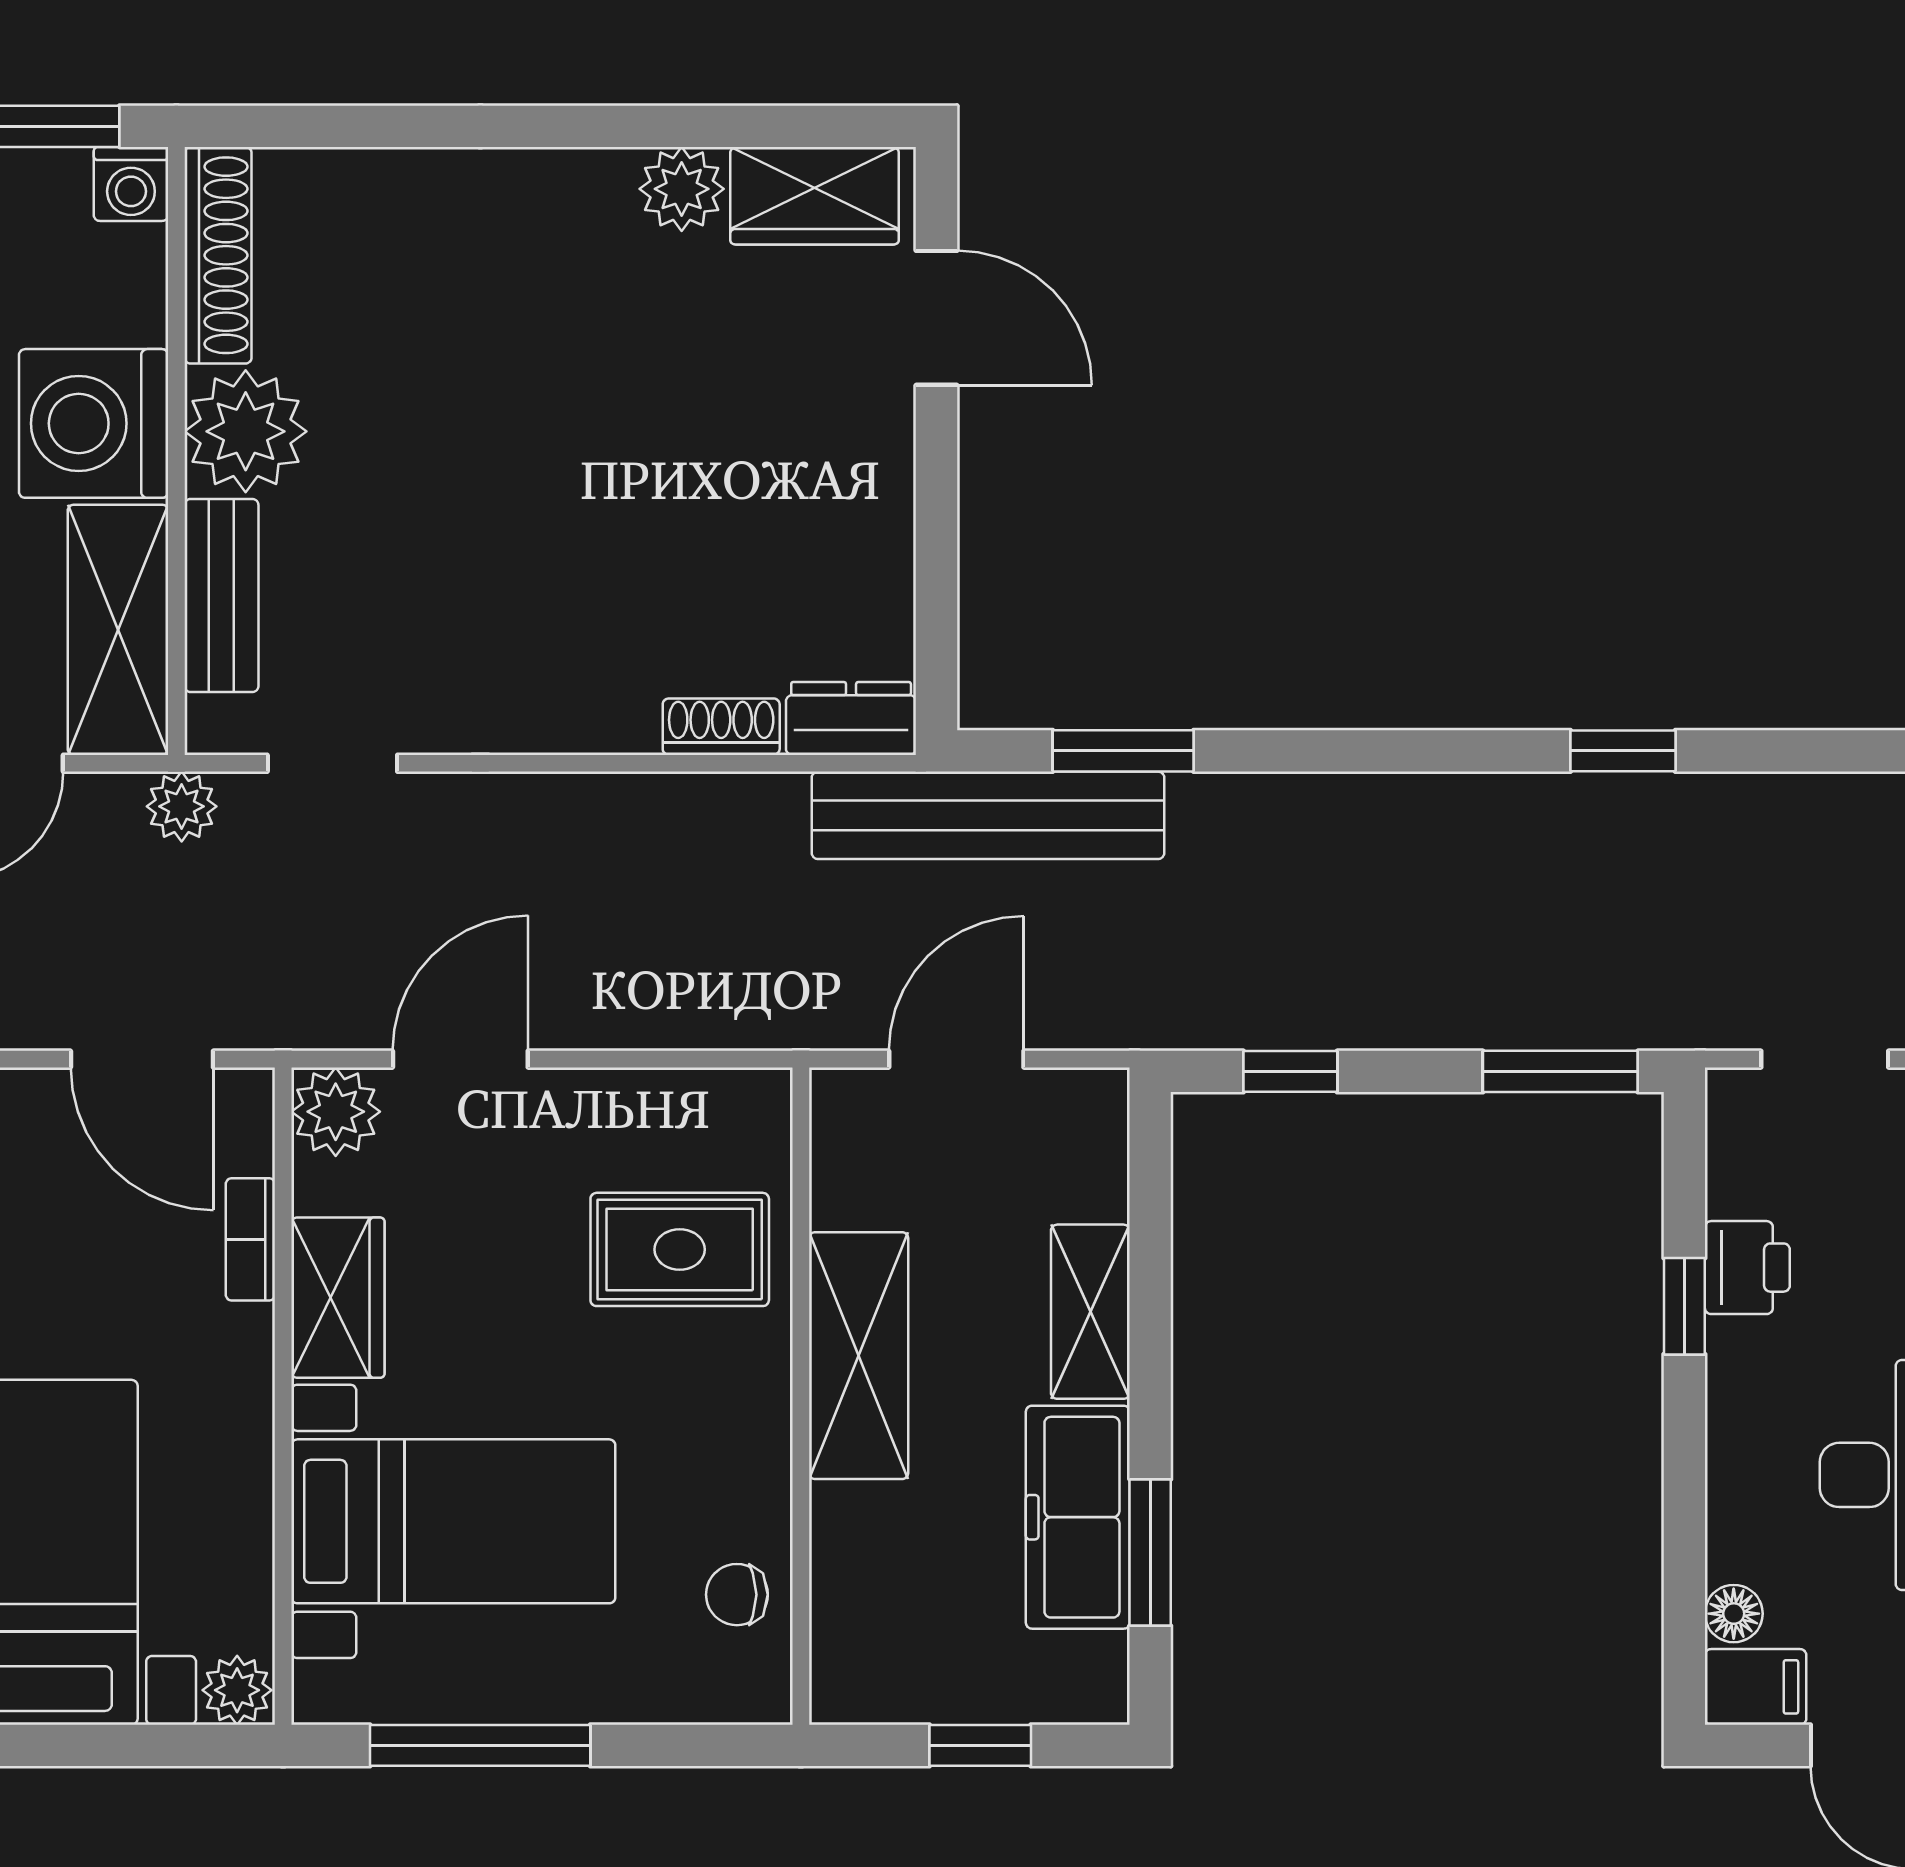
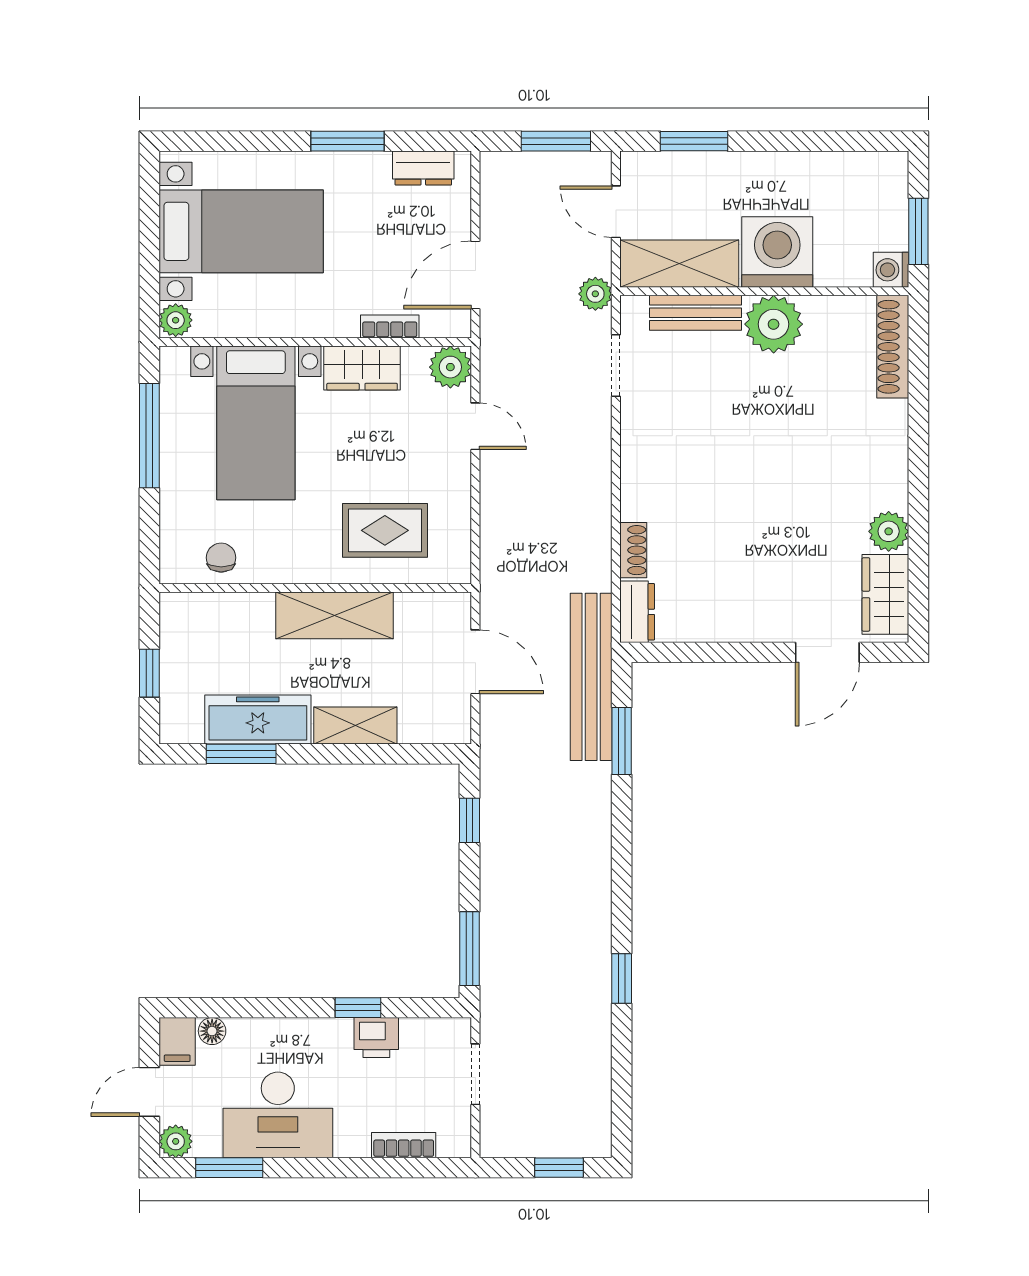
shoe rack: (218, 255) -> (893, 347), moved, turned 90
door: (460, 1059) -> (475, 426), width x0.73
rug: (680, 1249) -> (385, 530), turned 90

